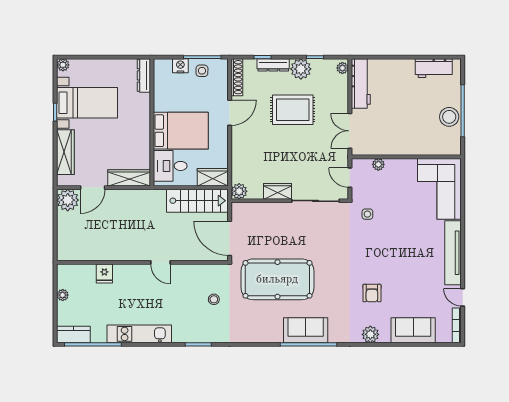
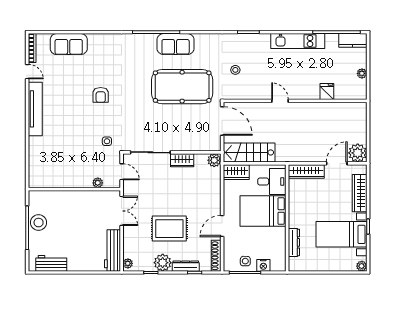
dresser: (144, 75) -> (294, 242), moved
corner sofa: (439, 189) -> (47, 162), removed
armchair: (372, 293) -> (101, 95), moved, turned 180
sofa: (306, 330) -> (176, 44), moved
plant: (370, 334) -> (104, 41), removed

